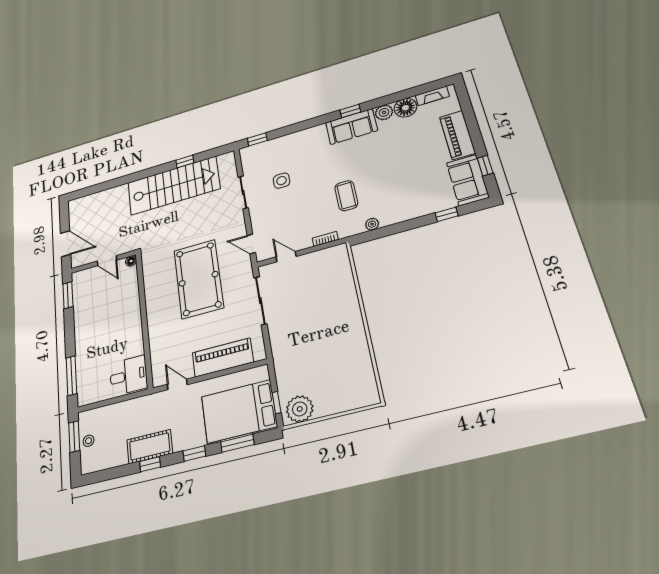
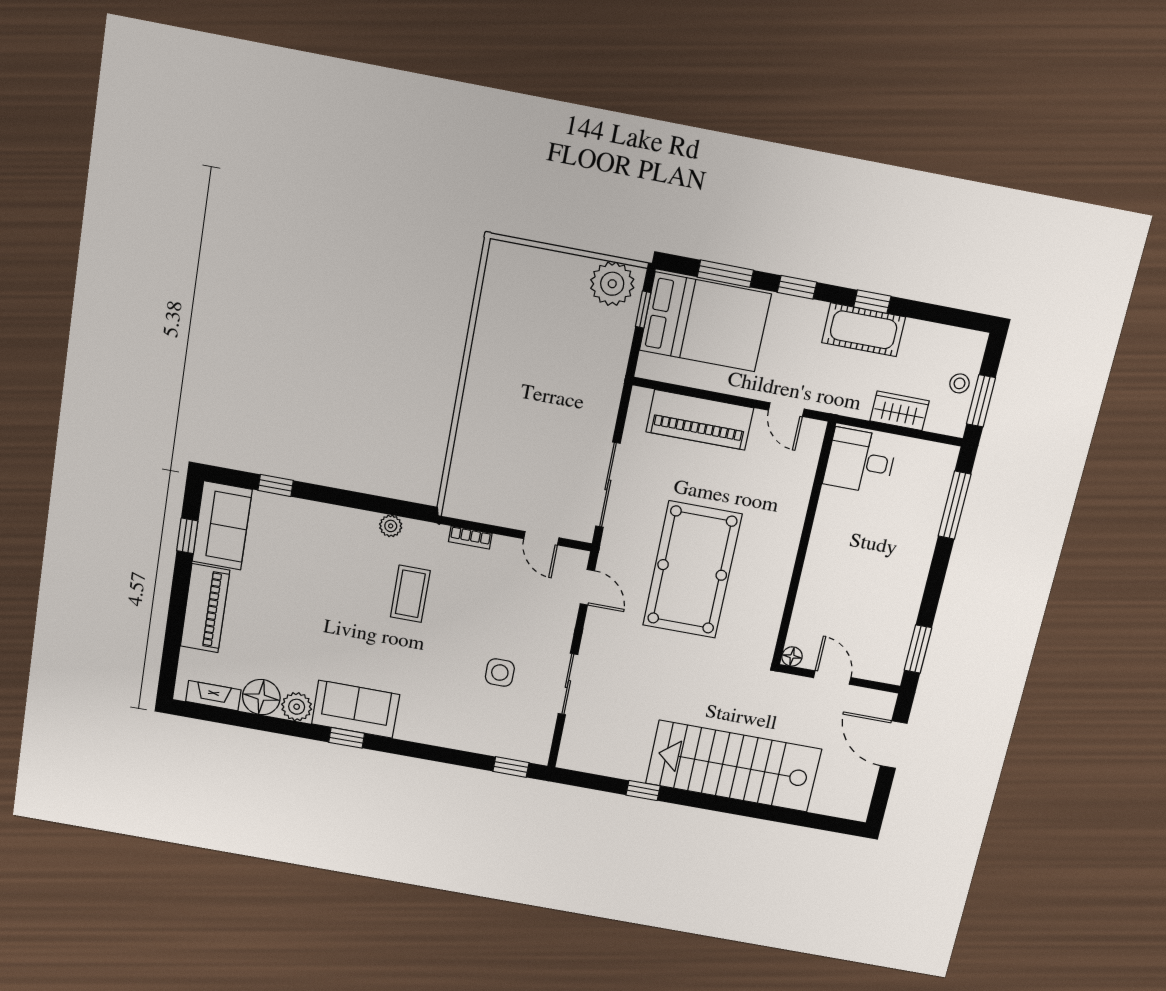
stairs: (173, 186) -> (733, 766), moved
wardrobe: (116, 412) -> (900, 411), added

